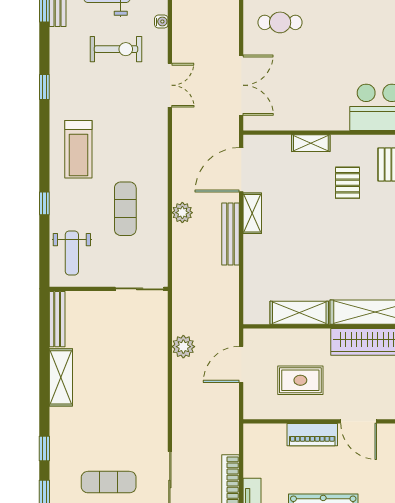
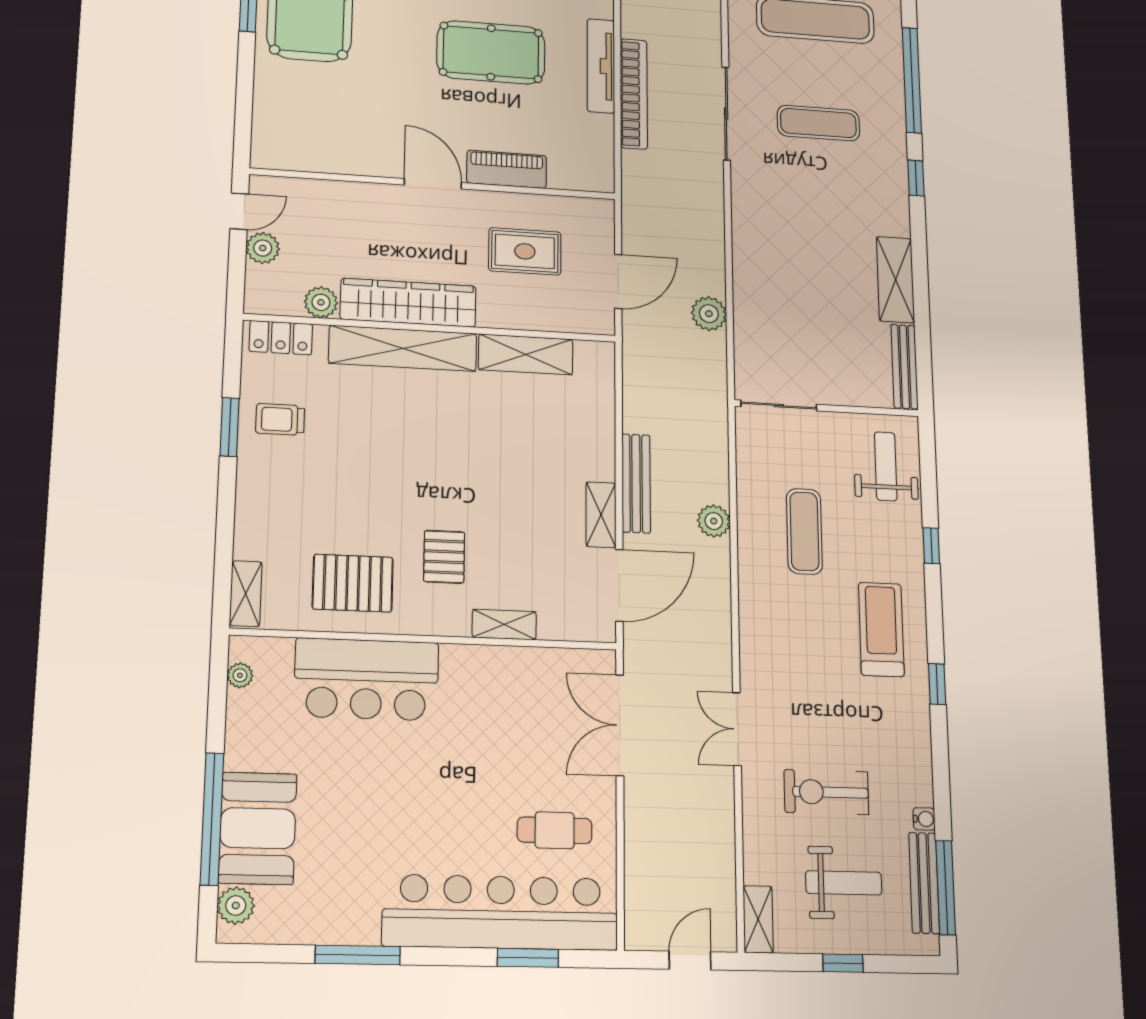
water cooler: (161, 22) -> (924, 819), moved, turned 180
window: (44, 87) -> (937, 684), moved

